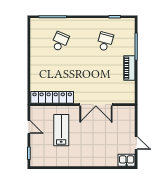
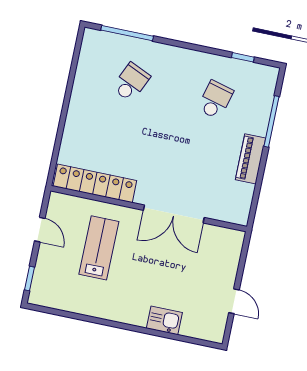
kitchen sink: (127, 160) -> (164, 320), moved

